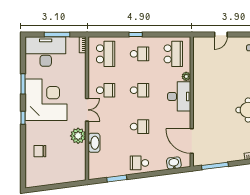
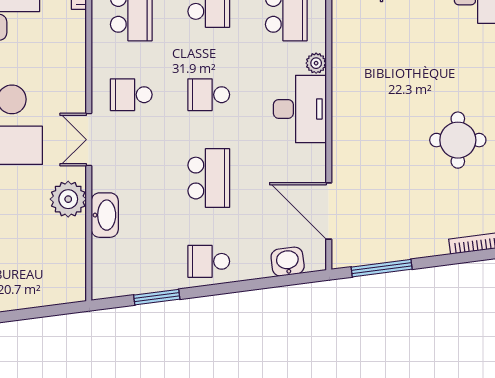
school desk: (106, 90) -> (131, 95), turned 180
school desk: (139, 90) -> (209, 95), turned 180
double door: (87, 110) -> (89, 140), swing flipped
school desk: (139, 127) -> (209, 178), width x1.85

